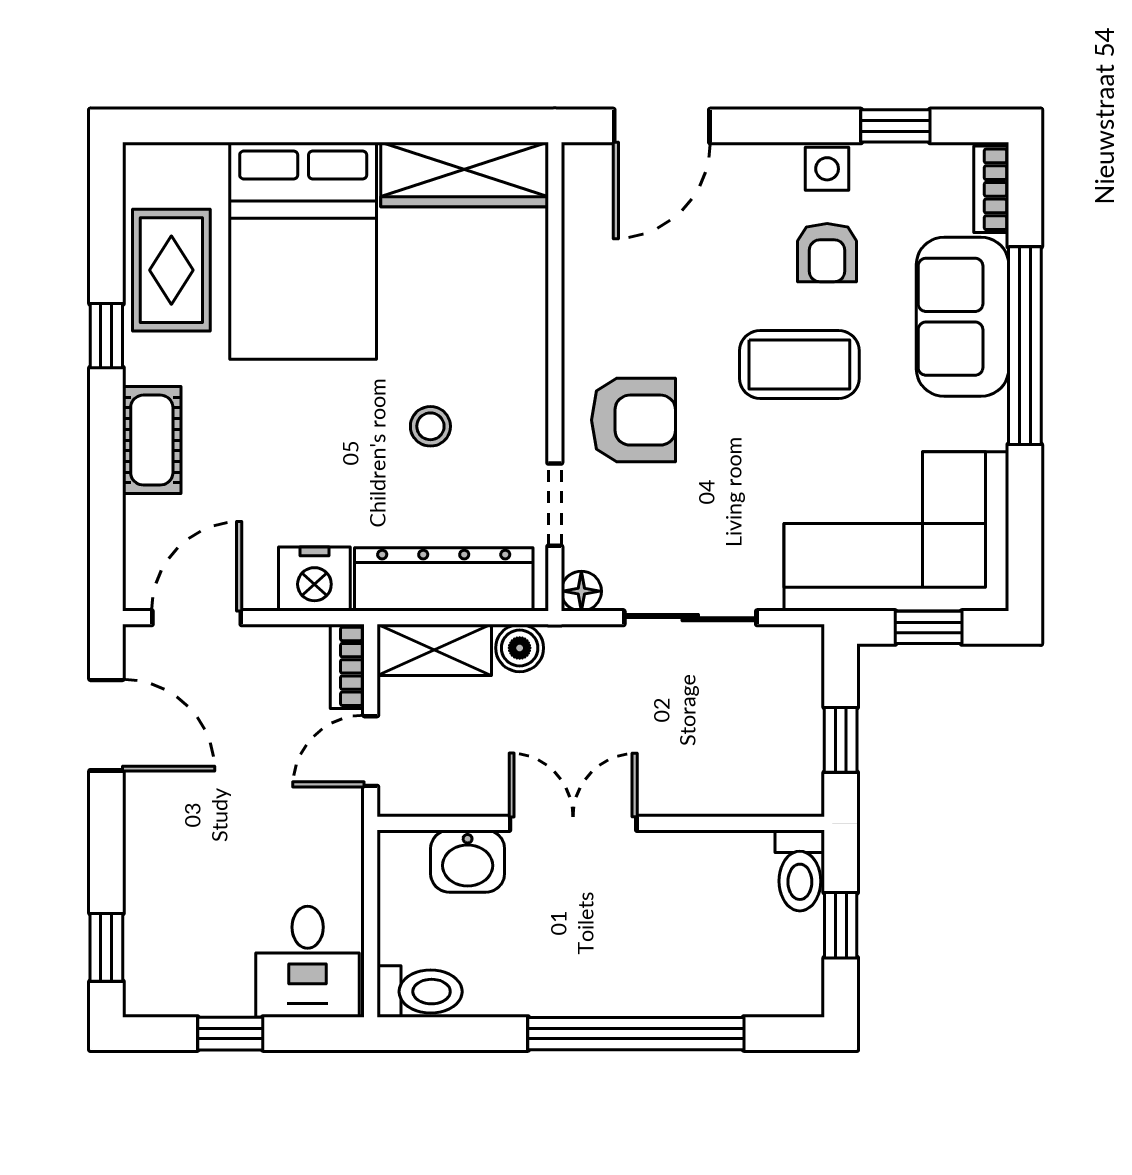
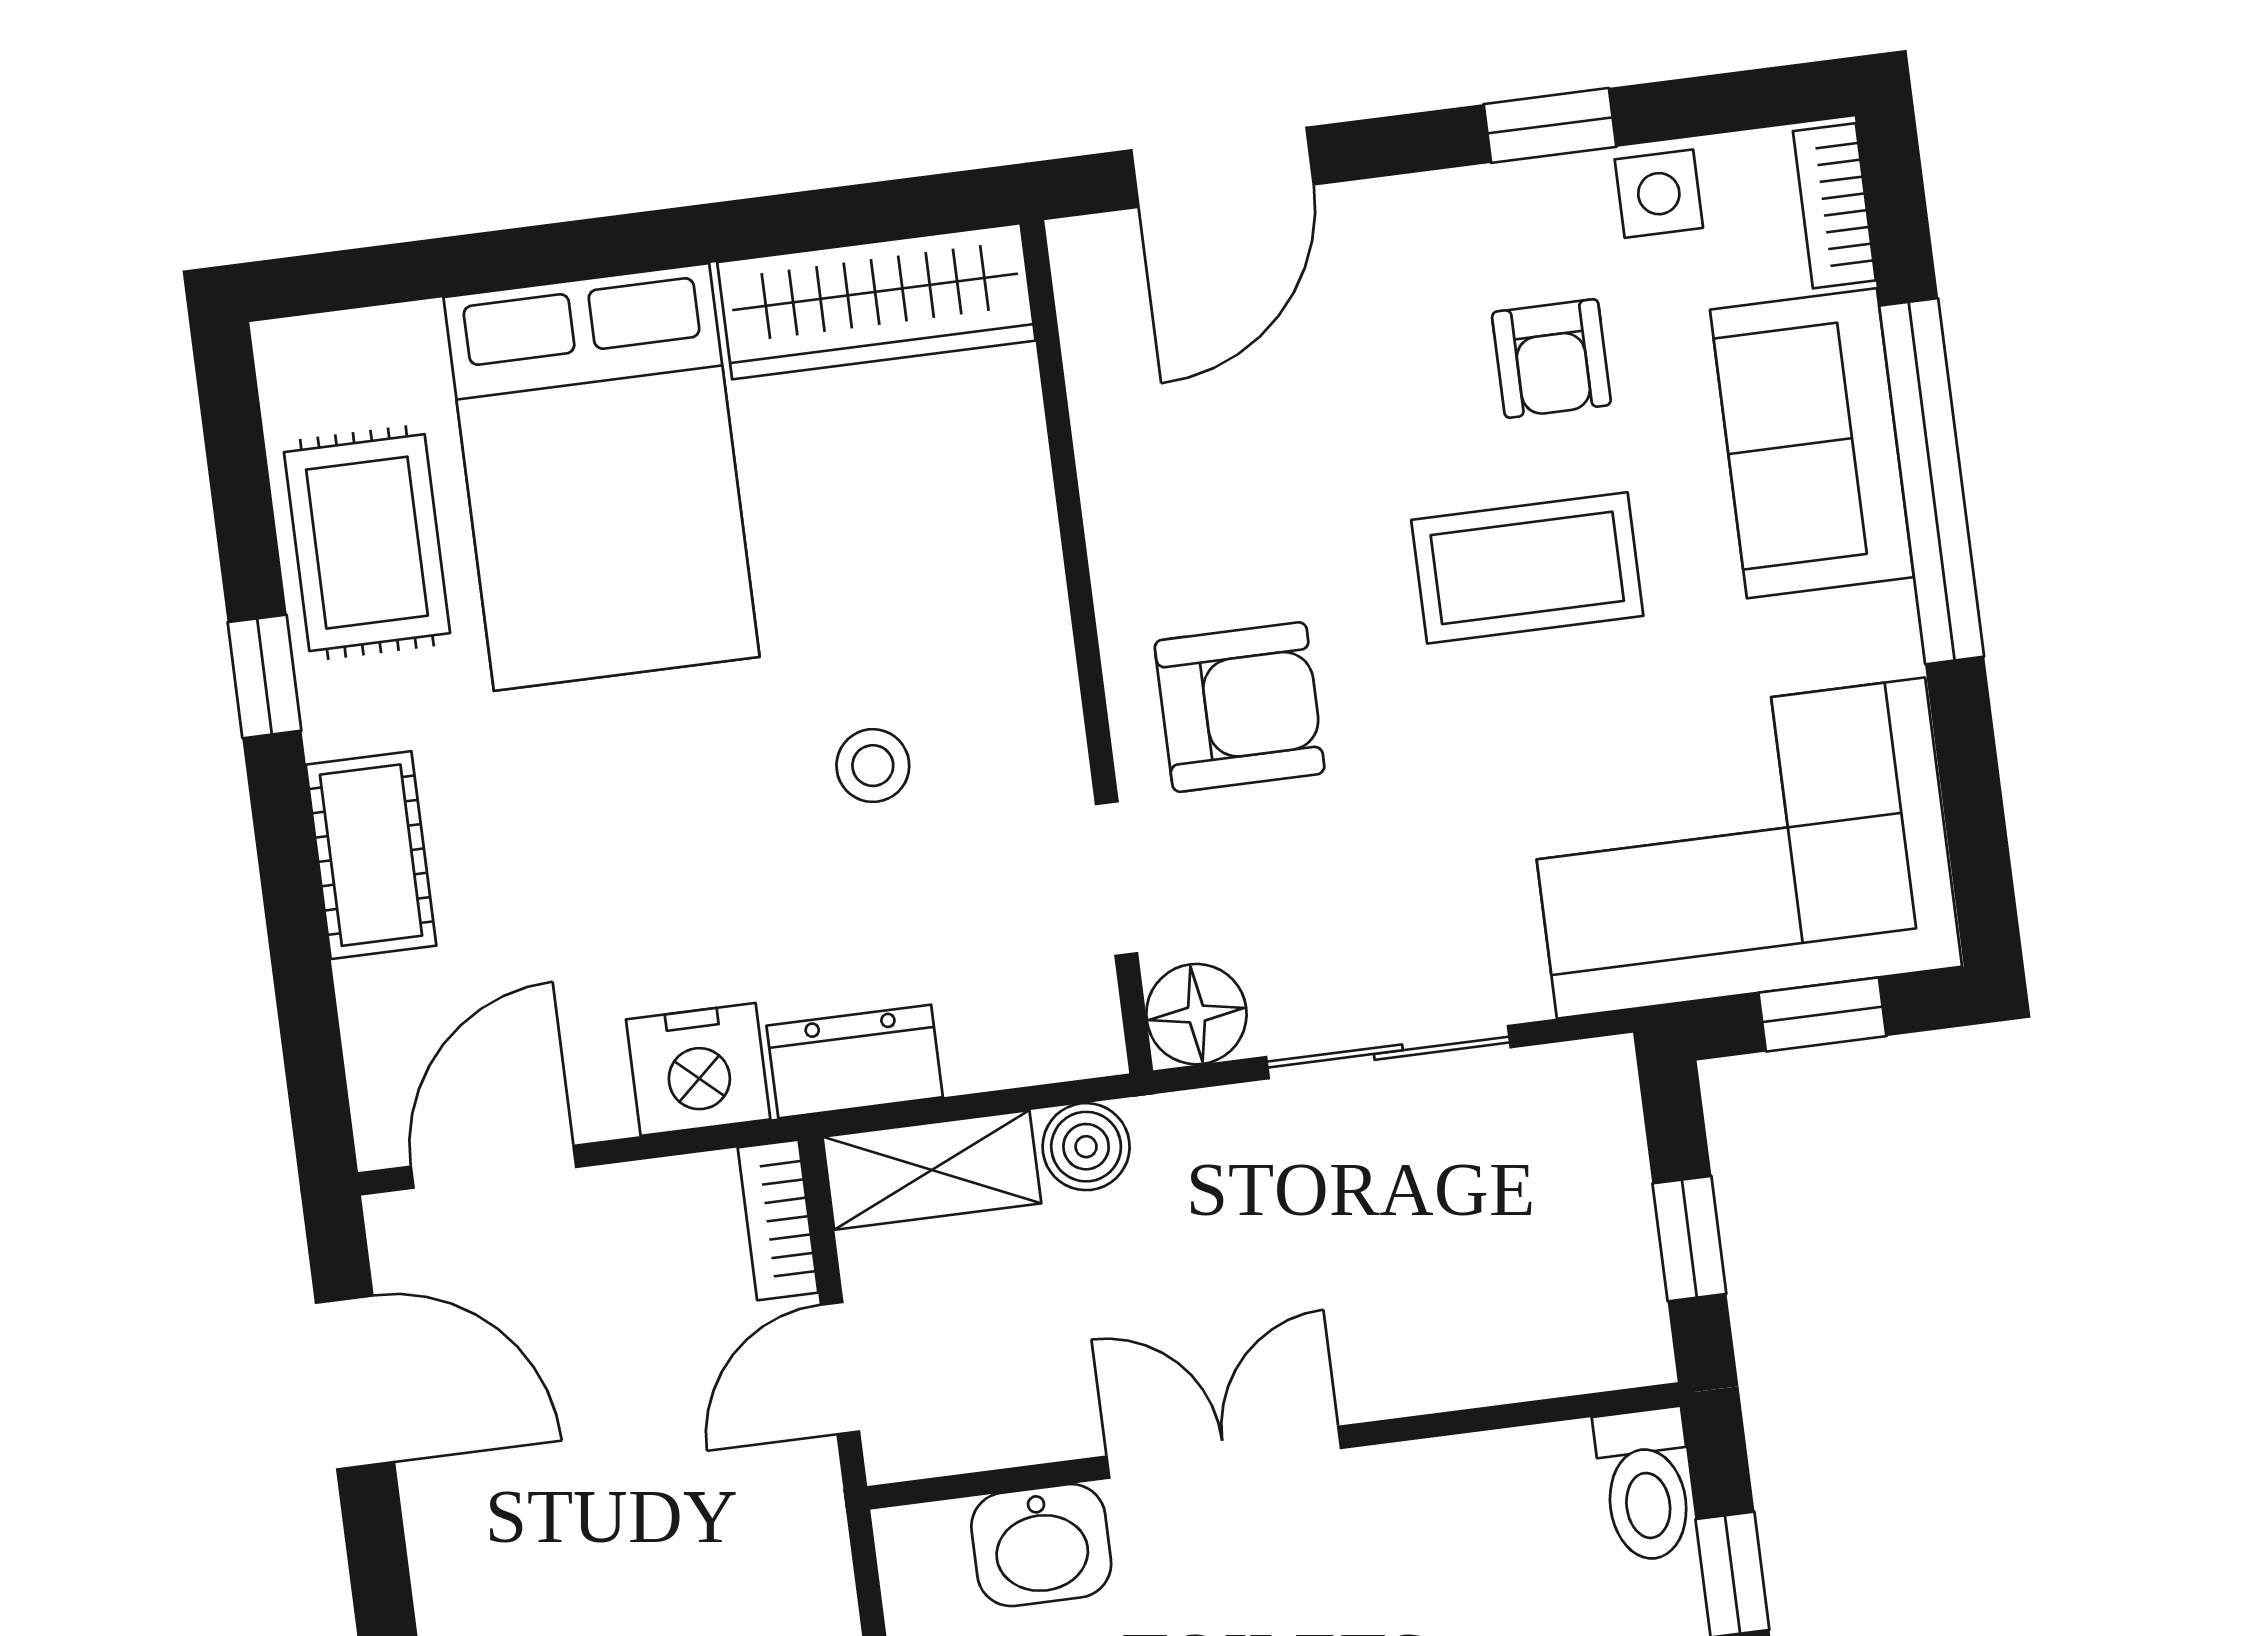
window: (895, 126) -> (1550, 125), moved
side table: (827, 169) -> (1659, 194), moved
dresser: (444, 579) -> (855, 1061), width x0.51, depth x0.80
floor lamp: (581, 591) -> (1196, 1014), width x1.37, depth x1.37

